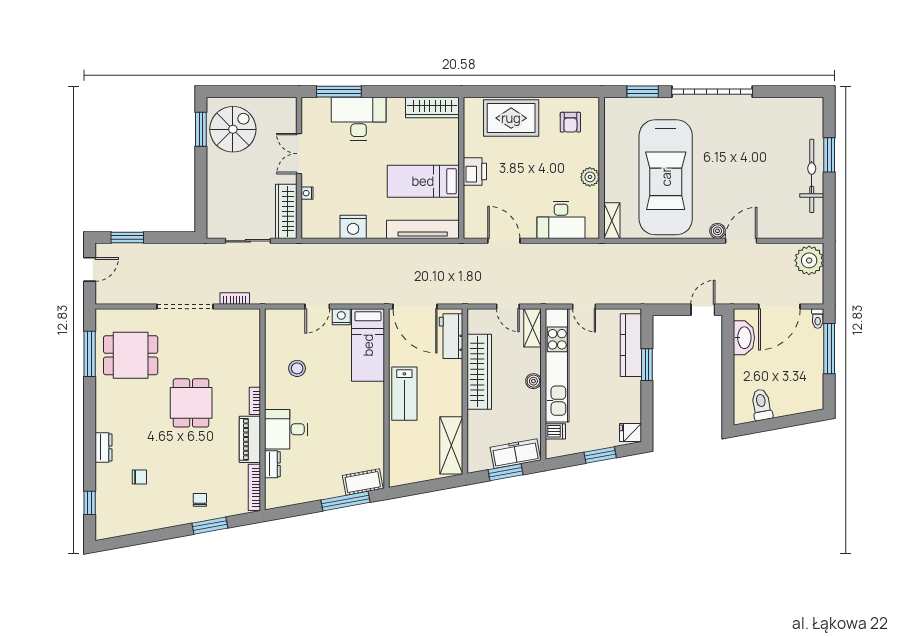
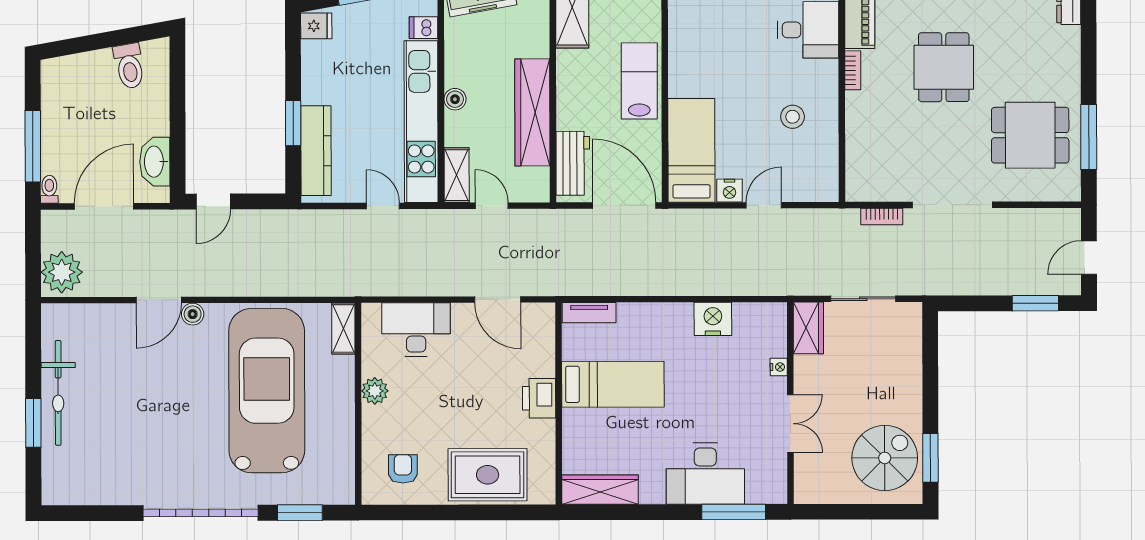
spiral stairs: (233, 129) -> (885, 458), turned 180
wardrobe: (286, 211) -> (808, 328), width x0.67
tv unit: (423, 229) -> (589, 313), width x0.52, depth x0.78

